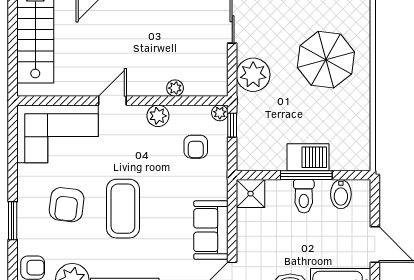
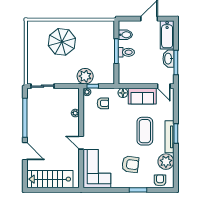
plant: (253, 75) -> (85, 76), moved
plant: (158, 116) -> (88, 121), removed
barbecue: (308, 157) -> (108, 50), removed
floor lamp: (218, 189) -> (123, 93), added
shower: (251, 194) -> (125, 77), removed
coffee table: (123, 209) -> (145, 131), moved, turned 90

